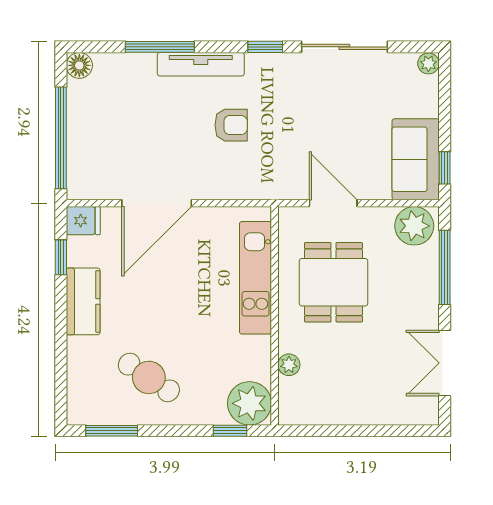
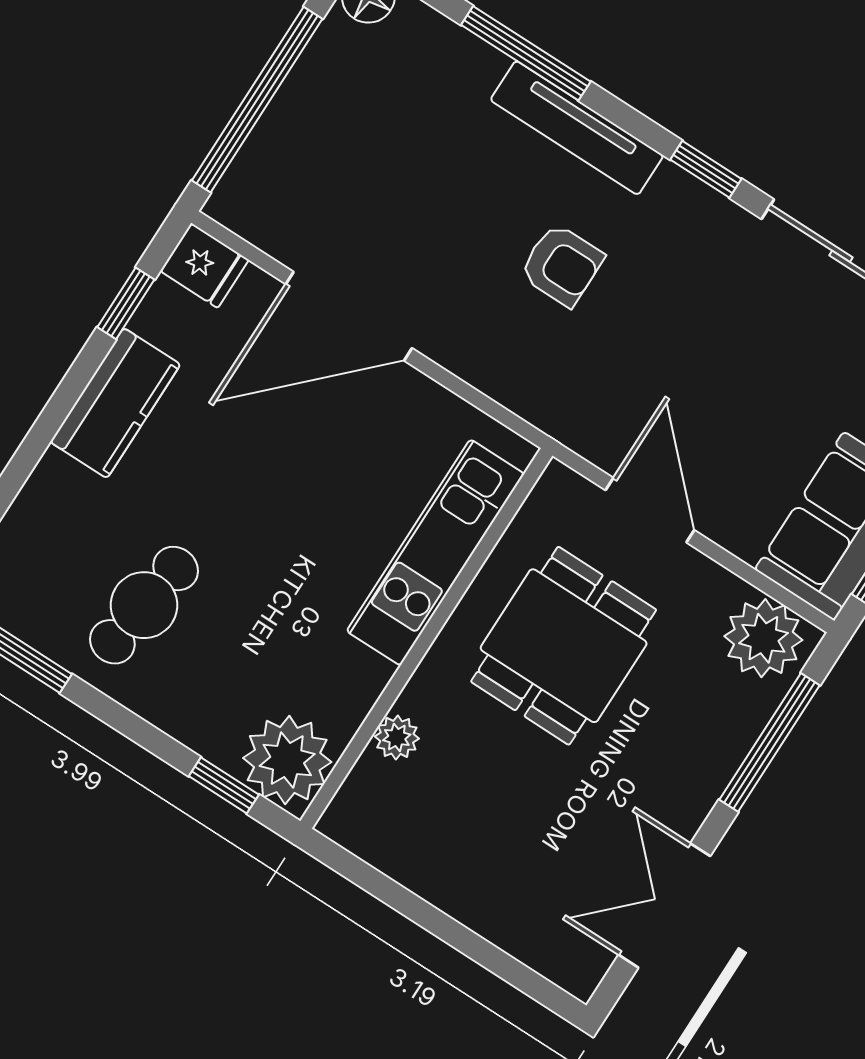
cafe table: (149, 377) -> (144, 605), turned 64

